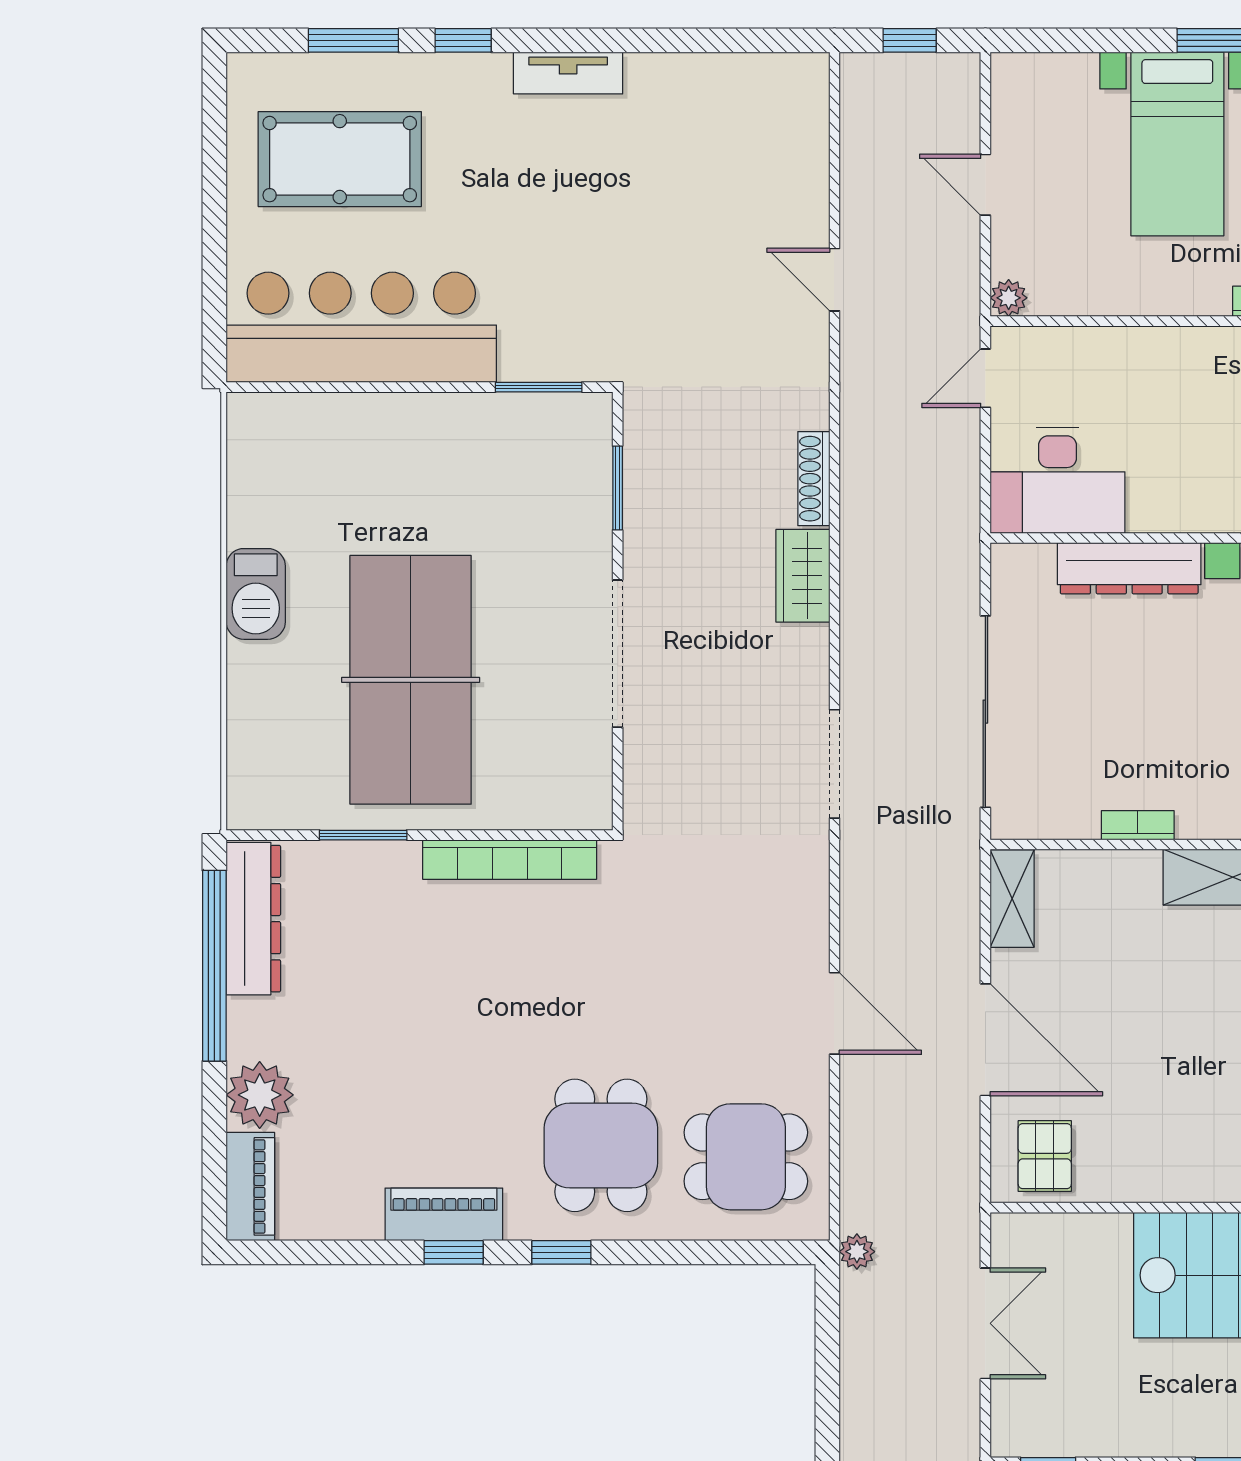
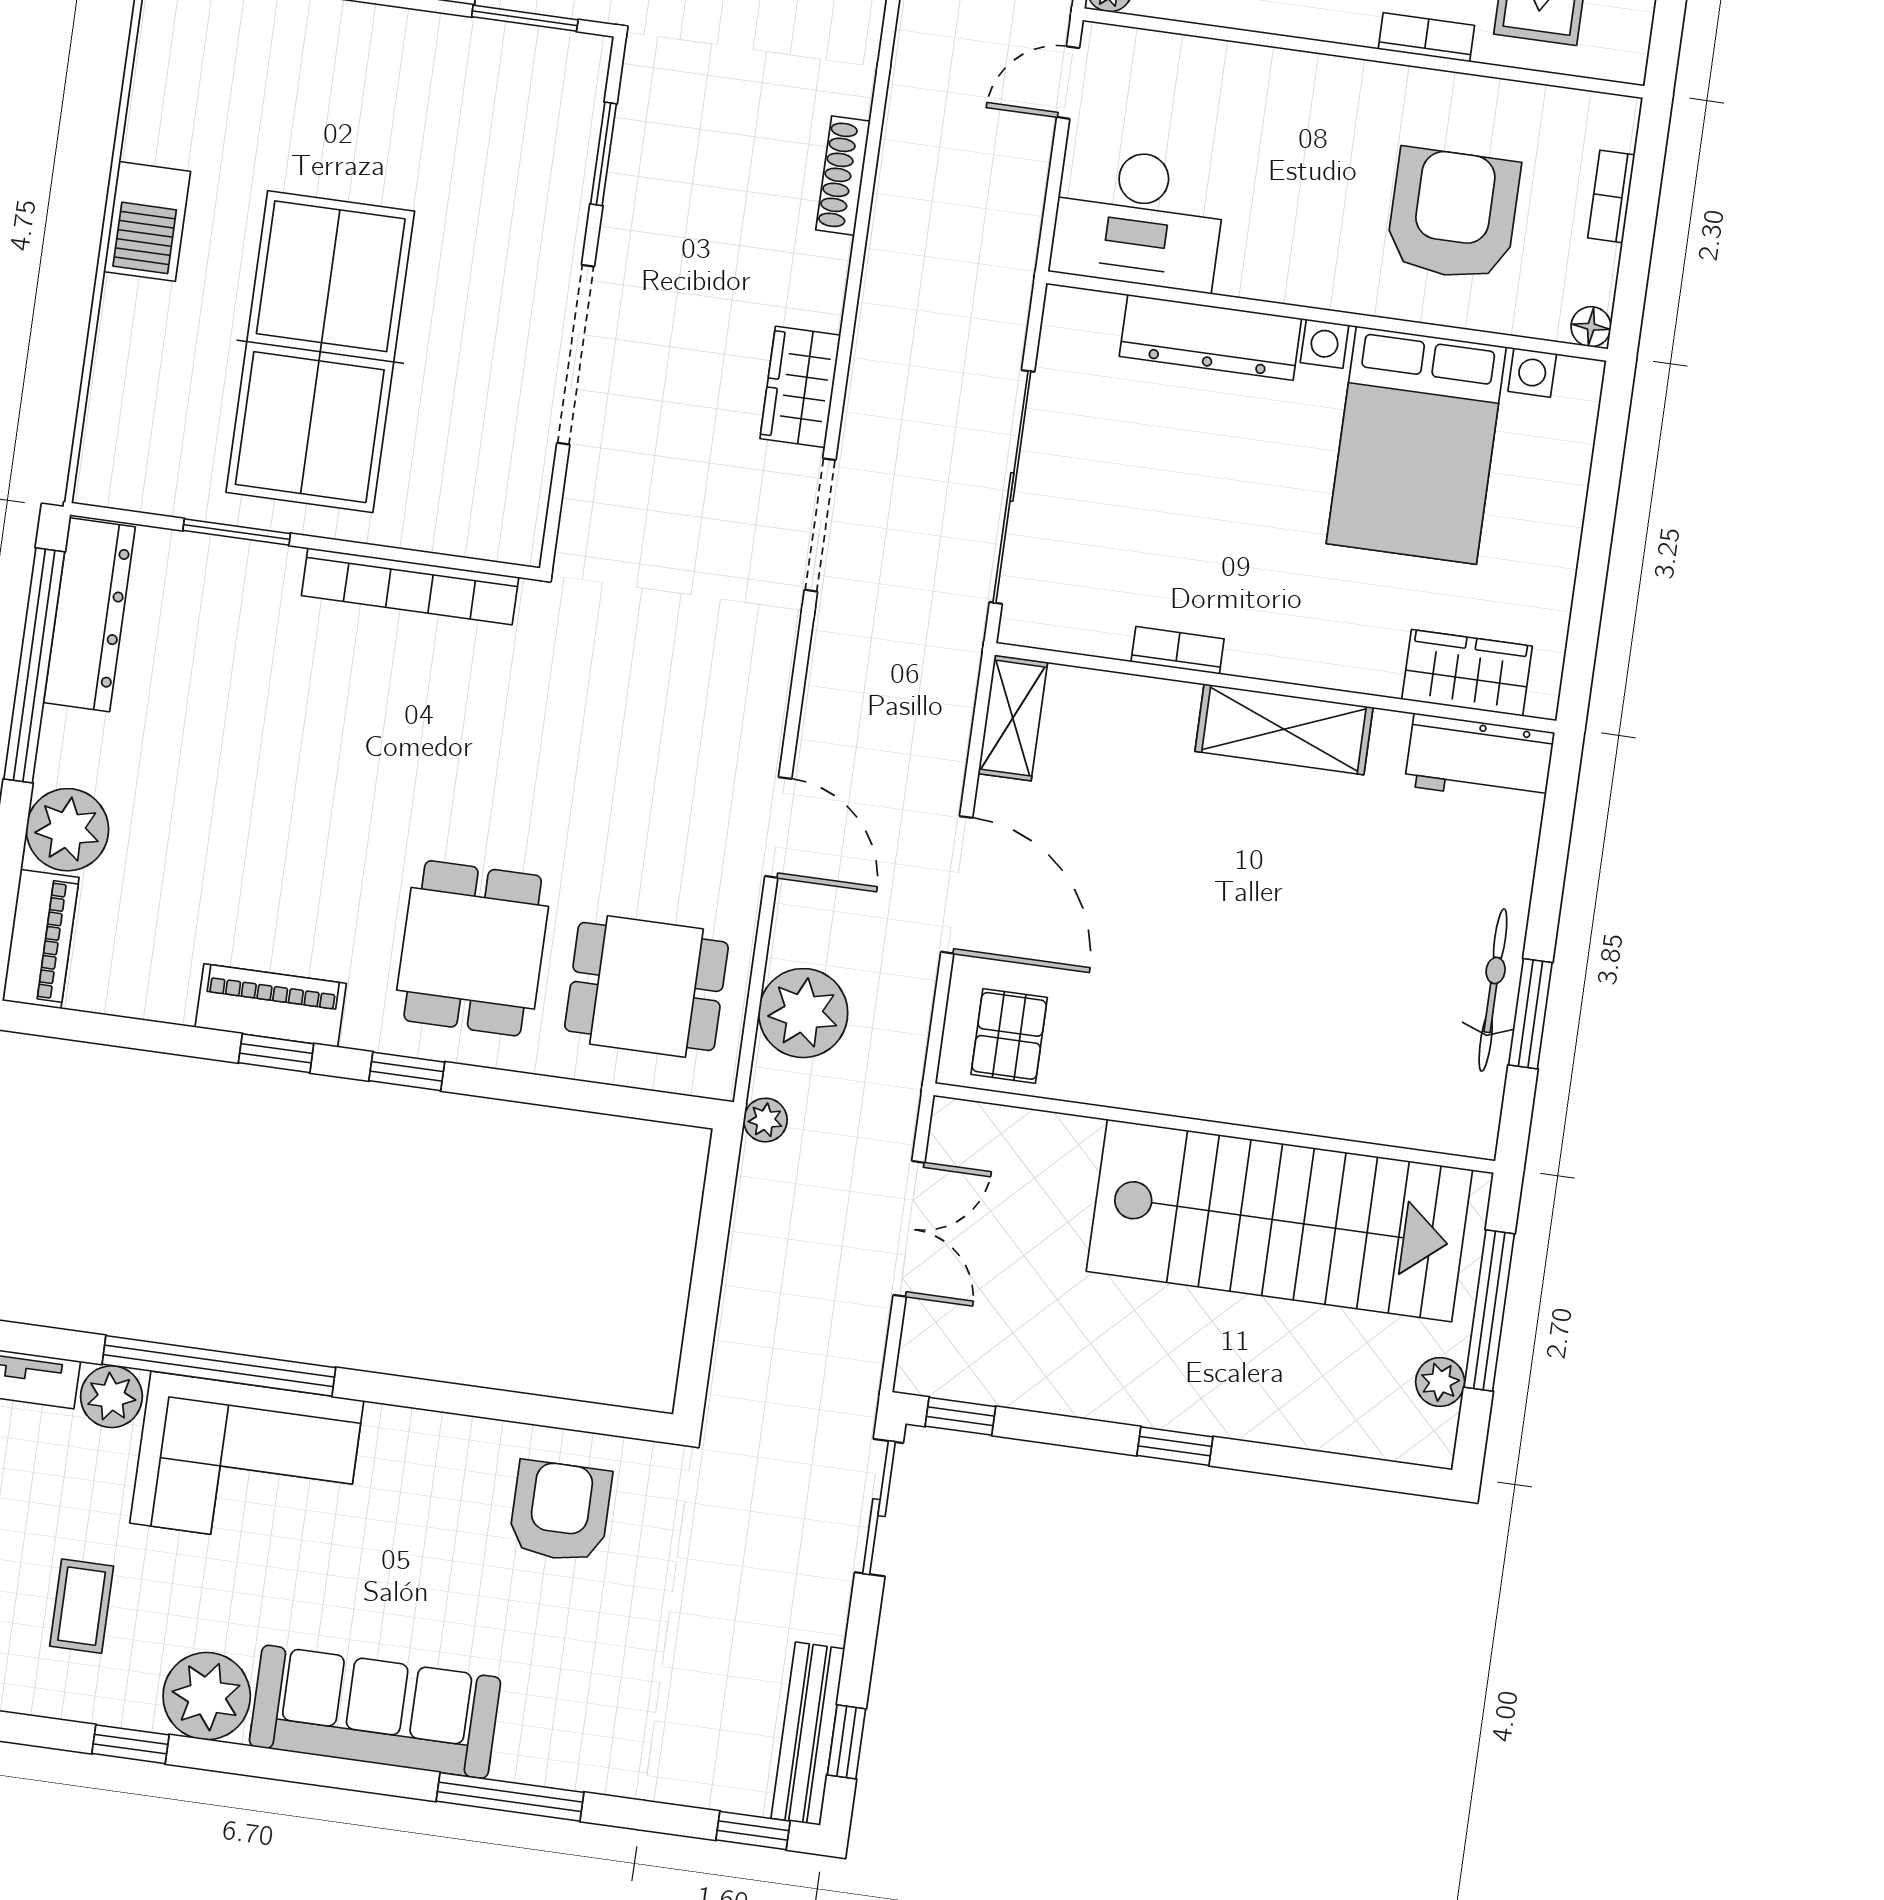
wardrobe: (803, 576) -> (800, 387), moved
plant: (876, 1161) -> (803, 1013), added

